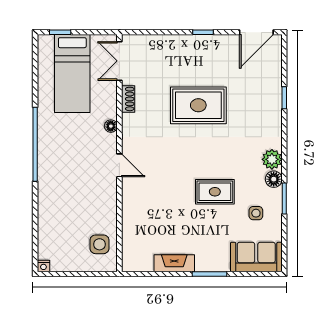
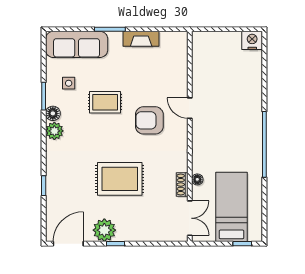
plant: (216, 47) -> (104, 230), added
floor lamp: (111, 126) -> (197, 179), moved
door: (119, 165) -> (190, 108), moved
armchair: (165, 171) -> (149, 120), added
side table: (100, 244) -> (207, 56), removed
sofa: (256, 257) -> (77, 44), width x1.36
nightstand: (43, 266) -> (252, 40), width x1.89, depth x1.79

